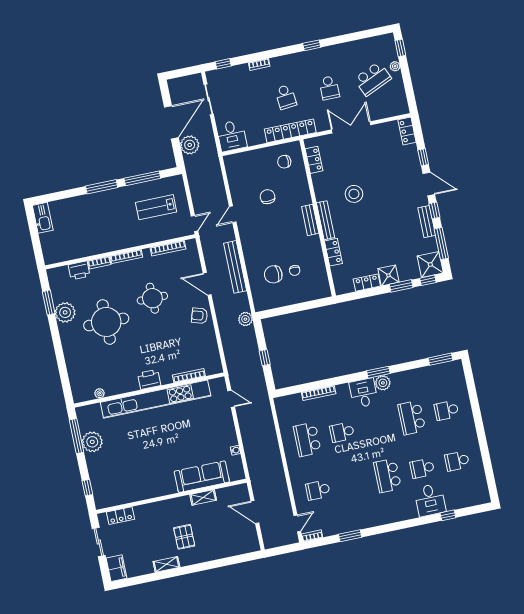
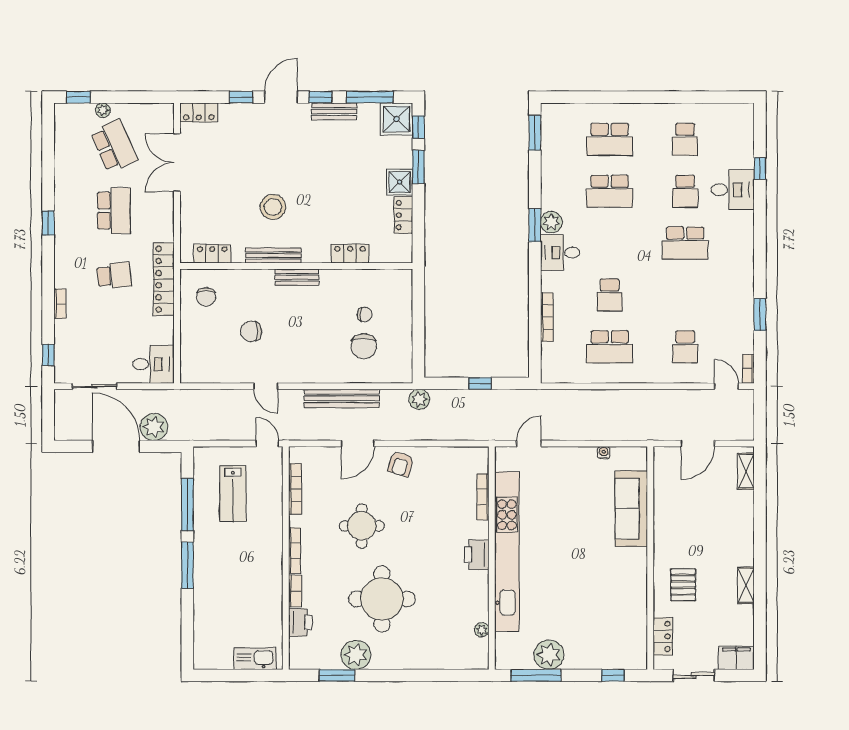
school desk: (329, 88) -> (114, 211), width x1.85
double door: (351, 127) -> (177, 163), moved
kitchen sink: (43, 218) -> (255, 659), moved
bench: (326, 220) -> (273, 255), moved
school desk: (447, 410) -> (610, 139), width x1.85
shelving: (203, 497) -> (746, 471), moved
pallet: (184, 537) -> (683, 585), moved, turned 90

